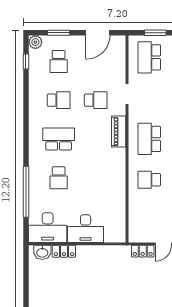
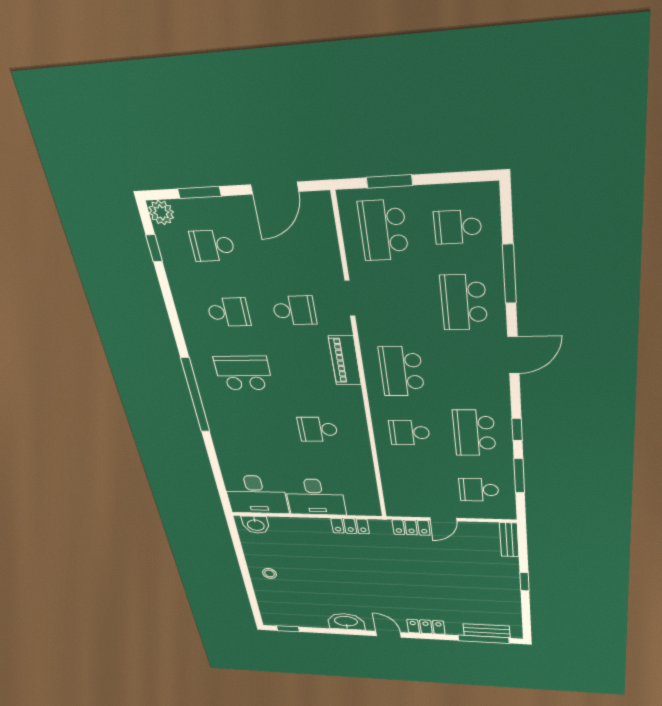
school desk: (59, 61) -> (212, 246), turned 90
school desk: (59, 178) -> (318, 429), moved, turned 90
window: (26, 192) -> (195, 395), moved
locker: (64, 251) -> (350, 526), moved
stool: (43, 295) -> (269, 573), added

